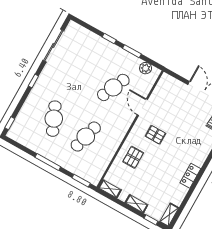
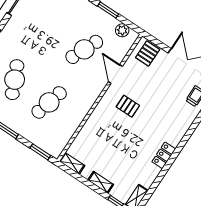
pallet: (133, 157) -> (148, 53), moved

